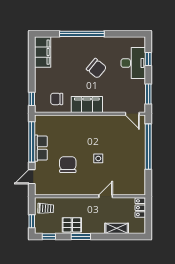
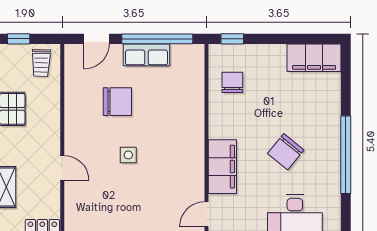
window: (82, 34) -> (346, 155), moved
filing cabinet: (87, 105) -> (222, 167), moved
door: (32, 177) -> (97, 39), swing flipped

